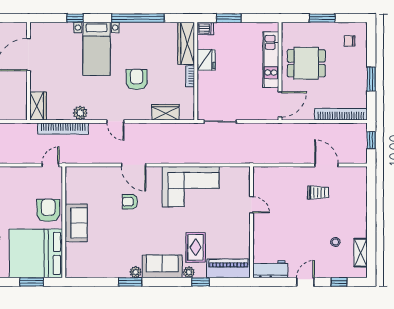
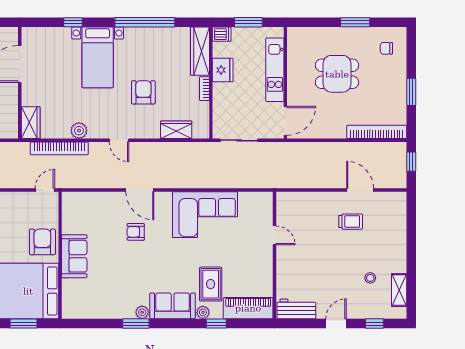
kitchen unit: (271, 60) -> (275, 70), moved
wall: (280, 71) -> (285, 83), moved
door: (280, 104) -> (285, 121), moved

